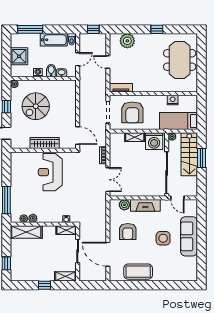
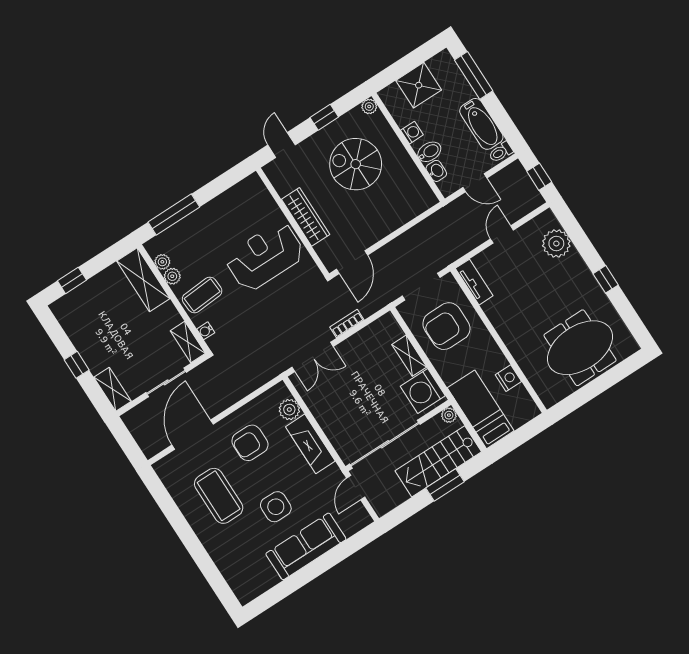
coffee table: (50, 211) -> (202, 295), added
coffee table: (138, 272) -> (219, 496), moved

